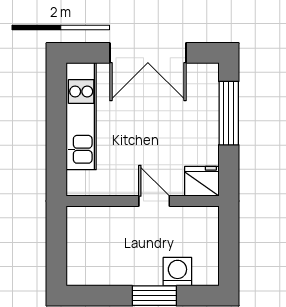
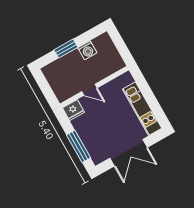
double door: (148, 53) -> (129, 153), swing flipped
washing machine: (177, 272) -> (87, 50), moved

